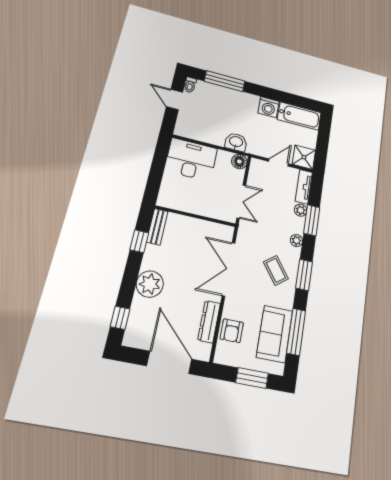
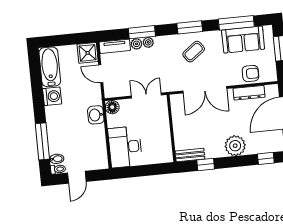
bidet: (202, 88) -> (57, 159), added
plant: (296, 241) -> (148, 42), moved

